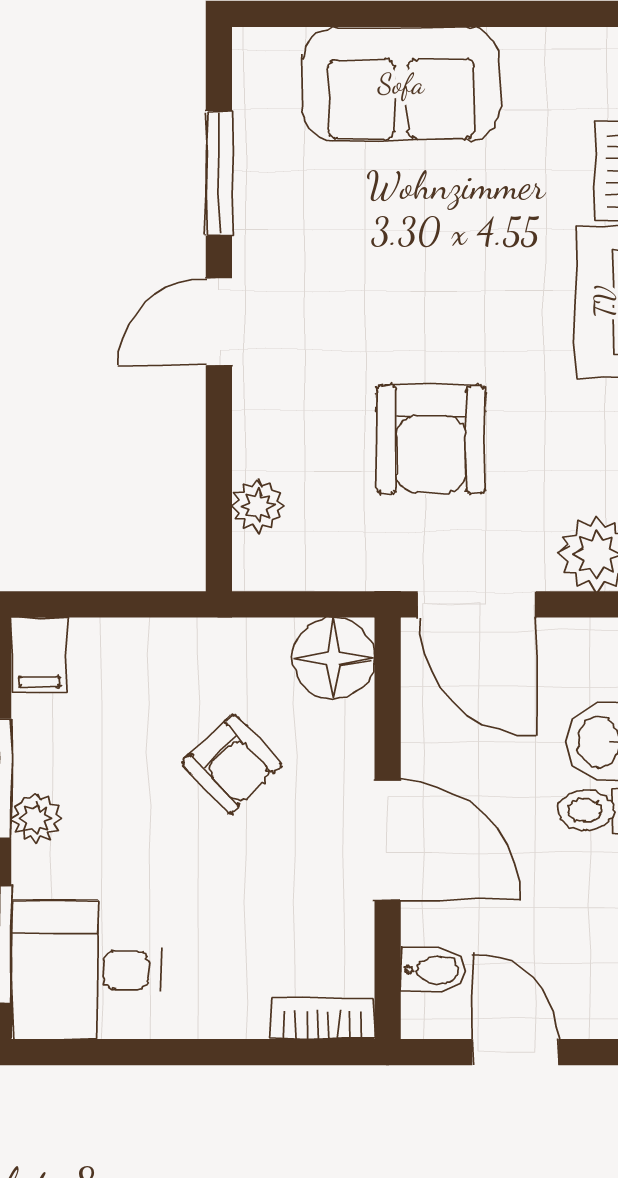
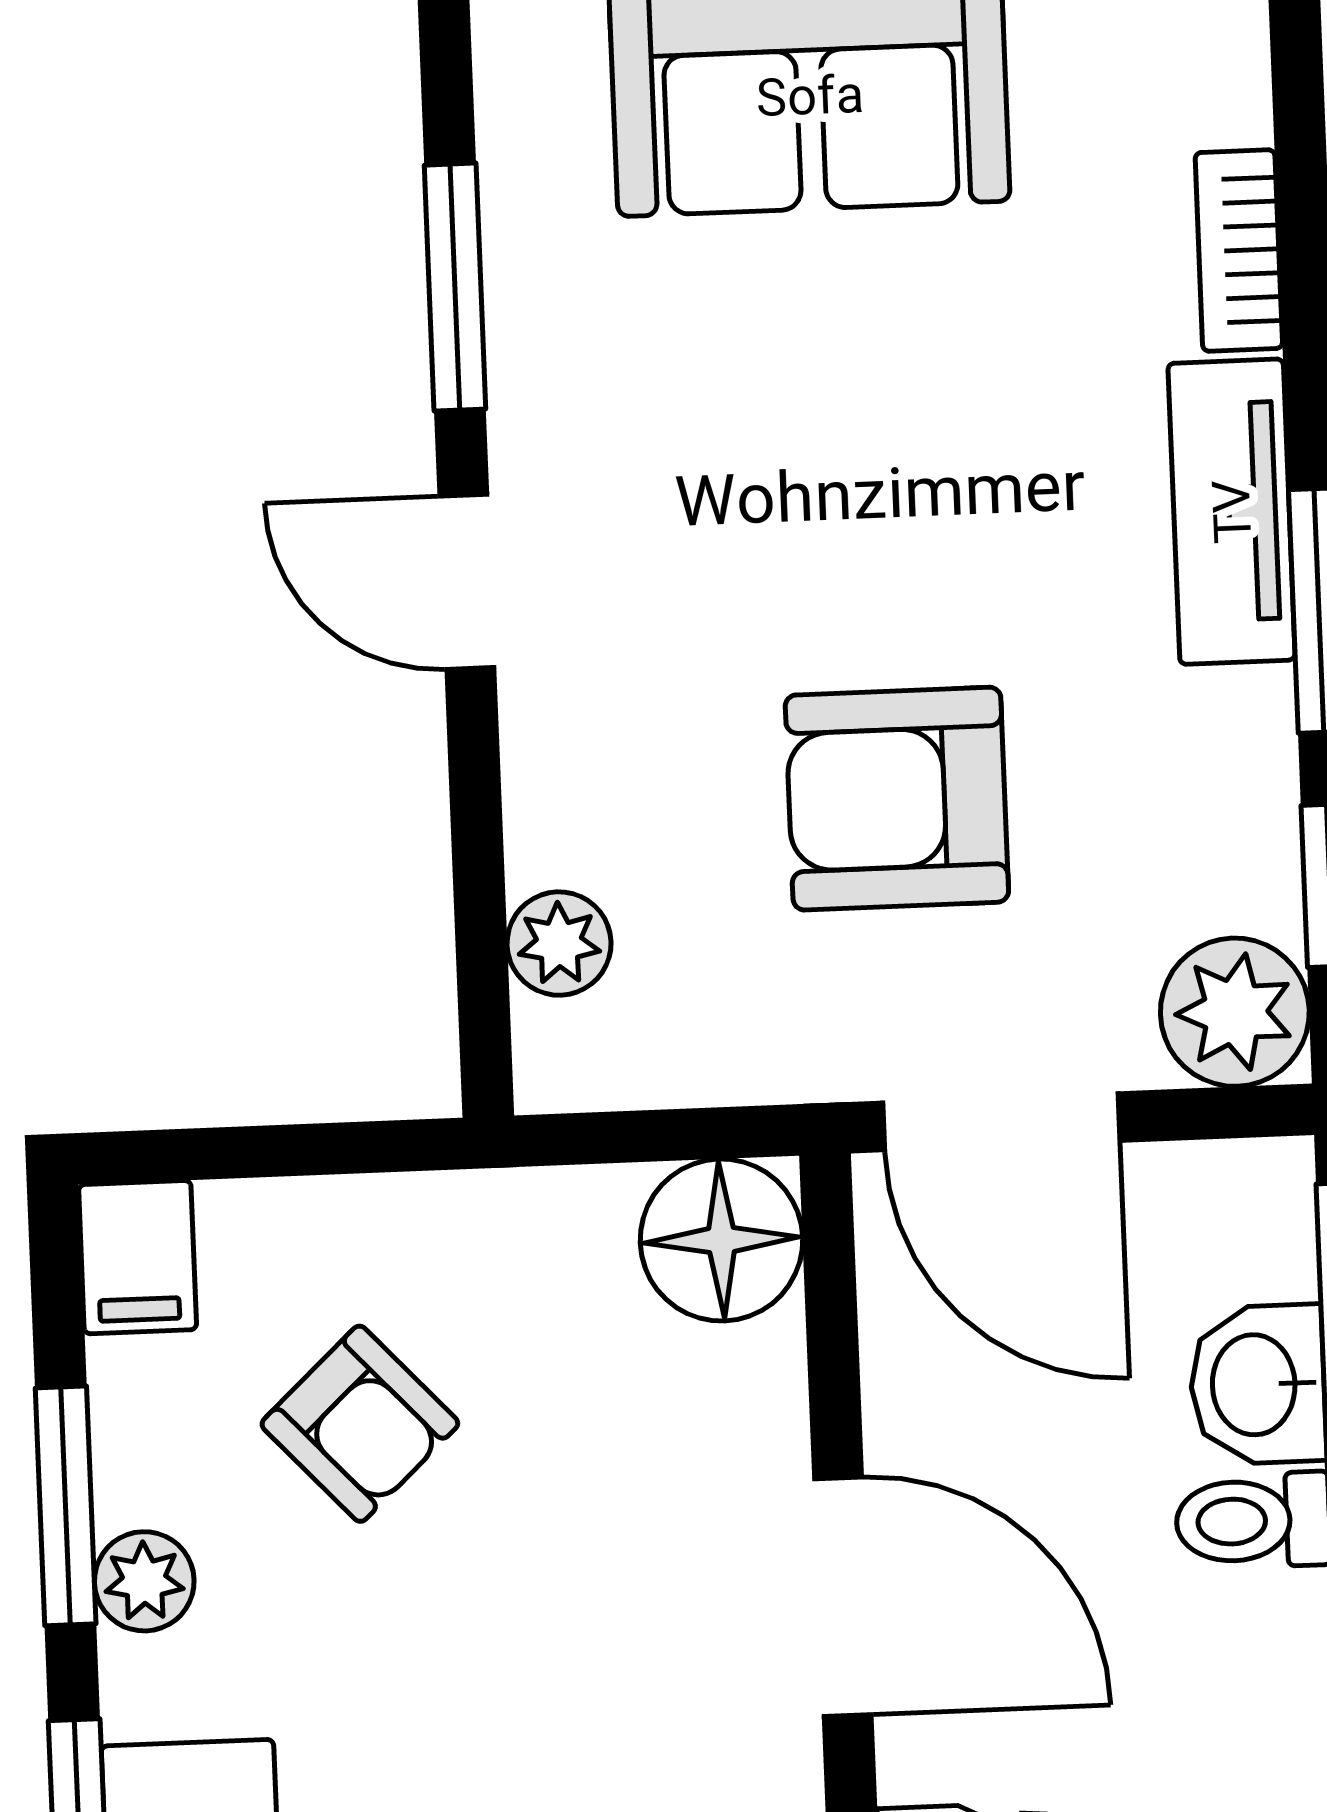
door: (219, 322) -> (467, 582), hinge flipped
armchair: (431, 440) -> (897, 799), turned 90
armchair: (232, 764) -> (360, 1424), moved

